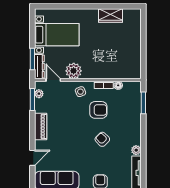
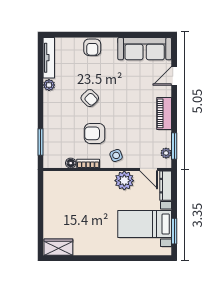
wardrobe: (111, 15) -> (58, 247), moved
window: (32, 59) -> (174, 231), moved

